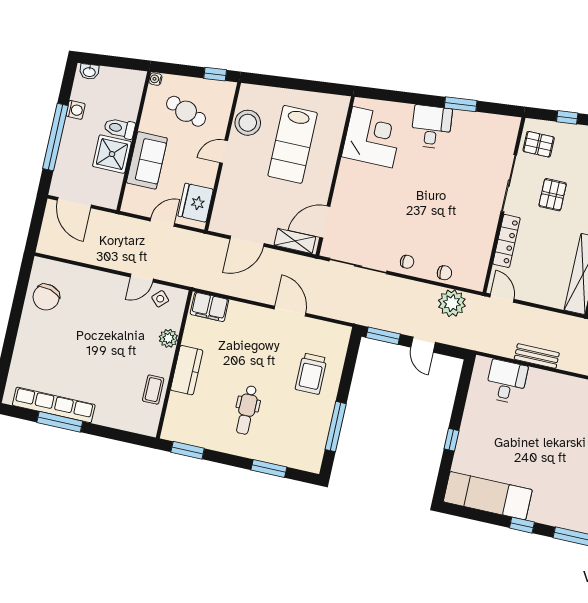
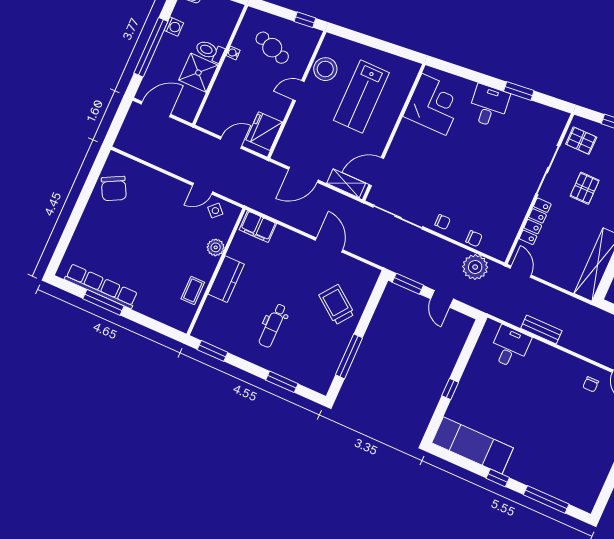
water cooler: (155, 79) -> (233, 53), moved
sofa: (147, 160) -> (228, 85), removed
door: (74, 203) -> (156, 109), swing flipped
chair: (46, 297) -> (114, 189), turned -43
trolley: (311, 374) -> (337, 305), turned 127

